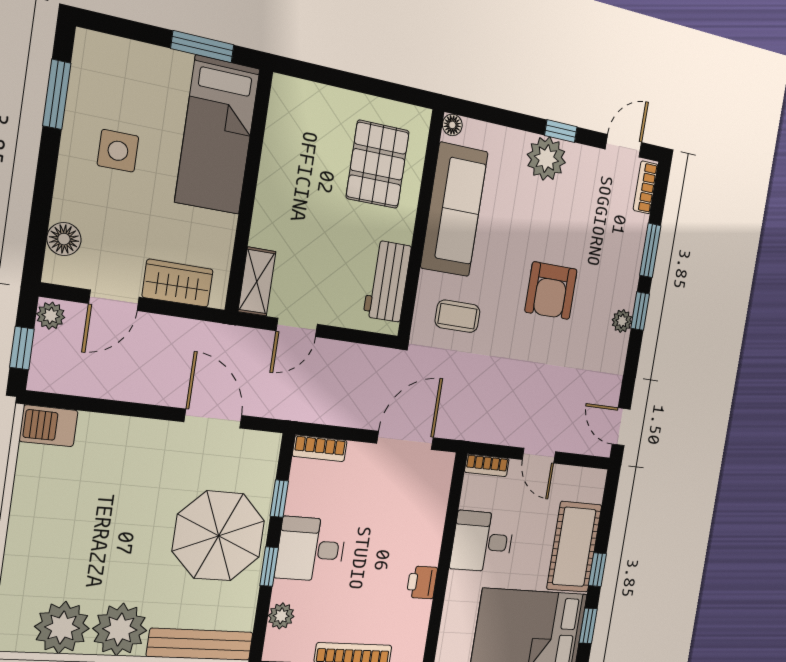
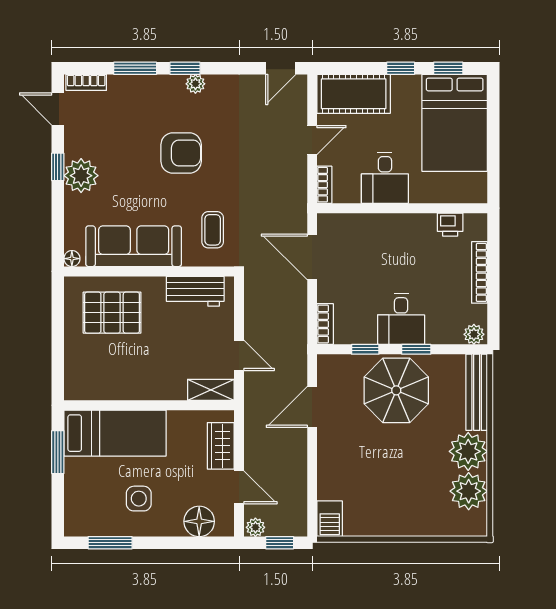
floor lamp: (64, 239) -> (199, 521), width x1.38, depth x1.38
cot: (574, 547) -> (354, 94), moved
printer: (422, 582) -> (450, 225), moved
plant: (281, 616) -> (474, 334), moved

